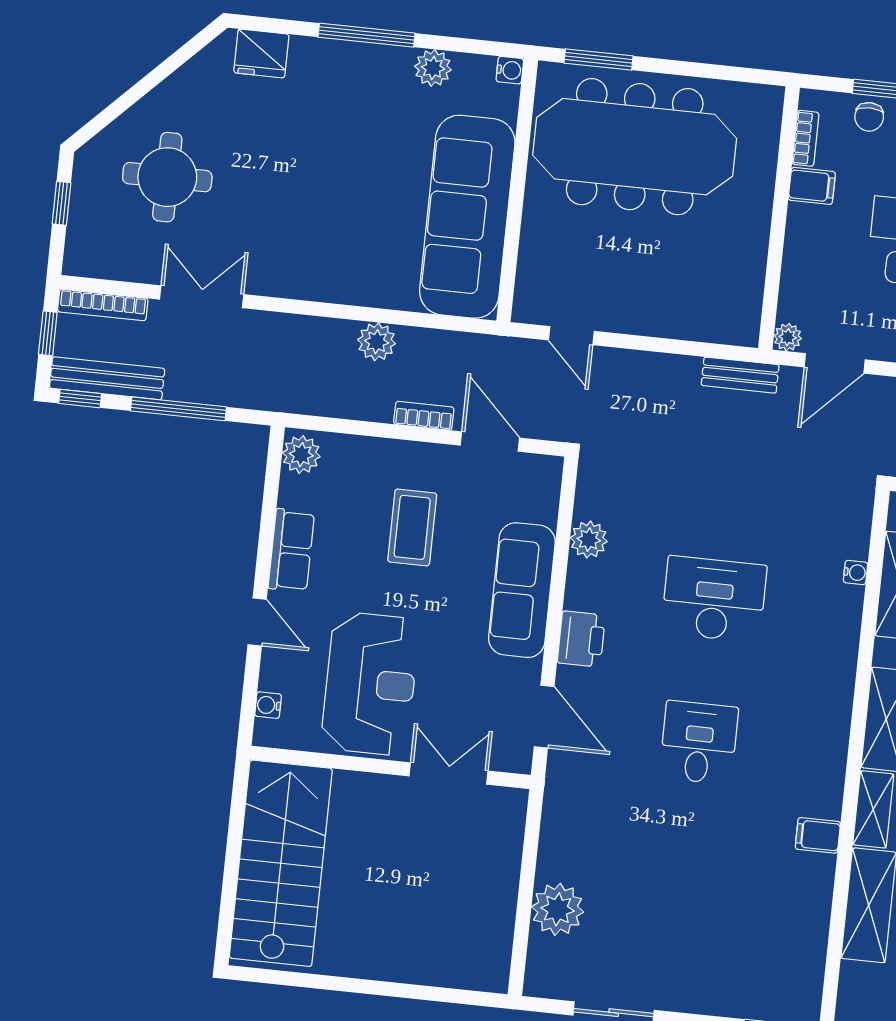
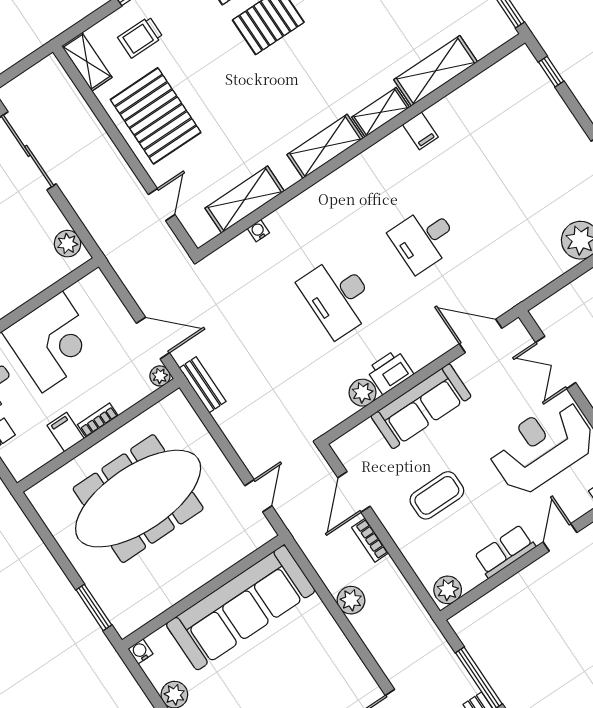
bookcase: (805, 138) -> (98, 420), moved
meeting table: (635, 147) -> (138, 499), moved, turned 90
printer: (581, 639) -> (390, 372), moved
door: (544, 717) -> (481, 336), hinge flipped

